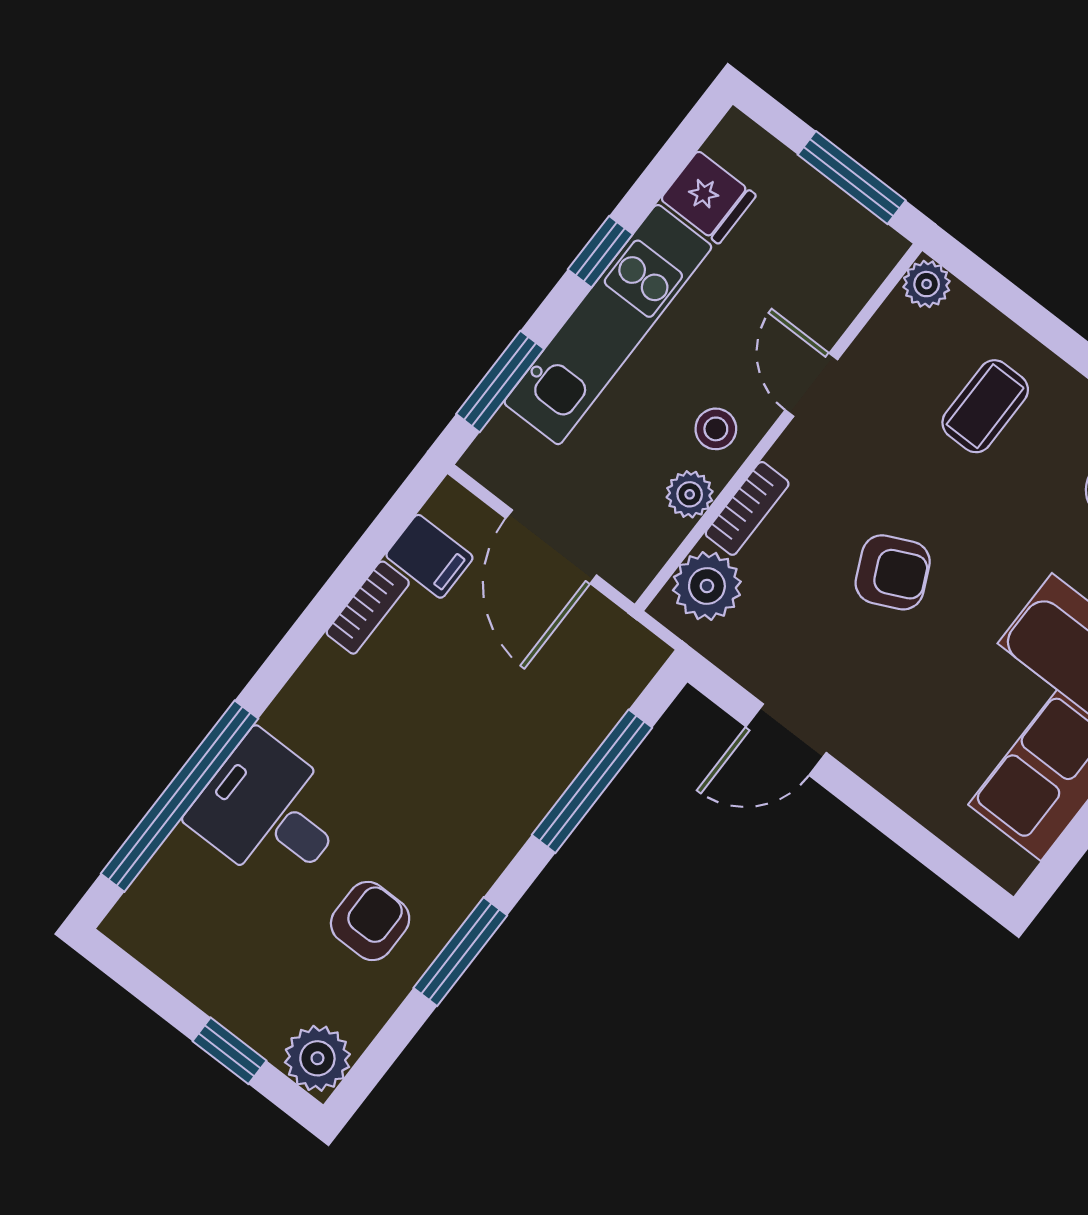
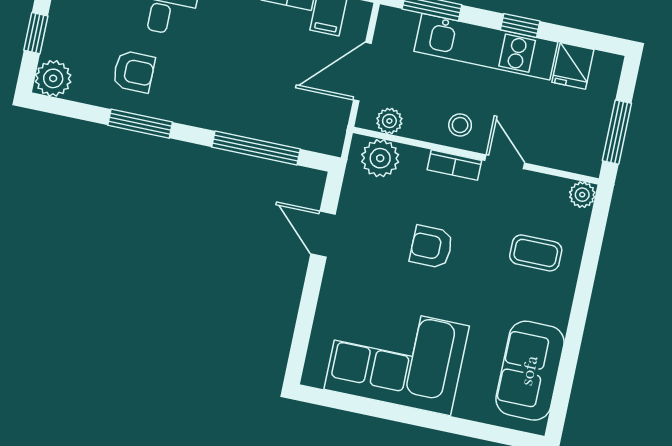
door: (811, 385) -> (505, 162), hinge flipped
plant: (690, 494) -> (389, 121), moved
bookcase: (747, 508) -> (454, 165), moved
armchair: (893, 572) -> (431, 247), turned 115

